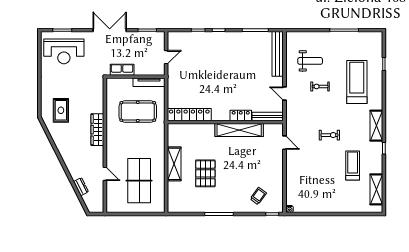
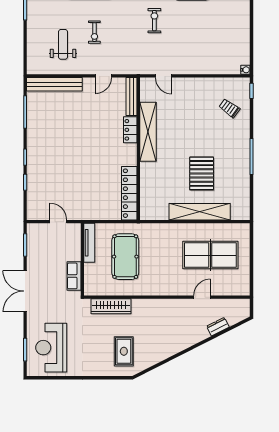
reception desk: (64, 51) -> (51, 348), turned 180
rug: (61, 110) -> (124, 351), turned 90
wardrobe: (97, 130) -> (111, 306), moved
door: (284, 143) -> (164, 76), swing flipped
shelving: (174, 164) -> (200, 212), width x1.47
pallet: (205, 173) -> (202, 173), turned 90

